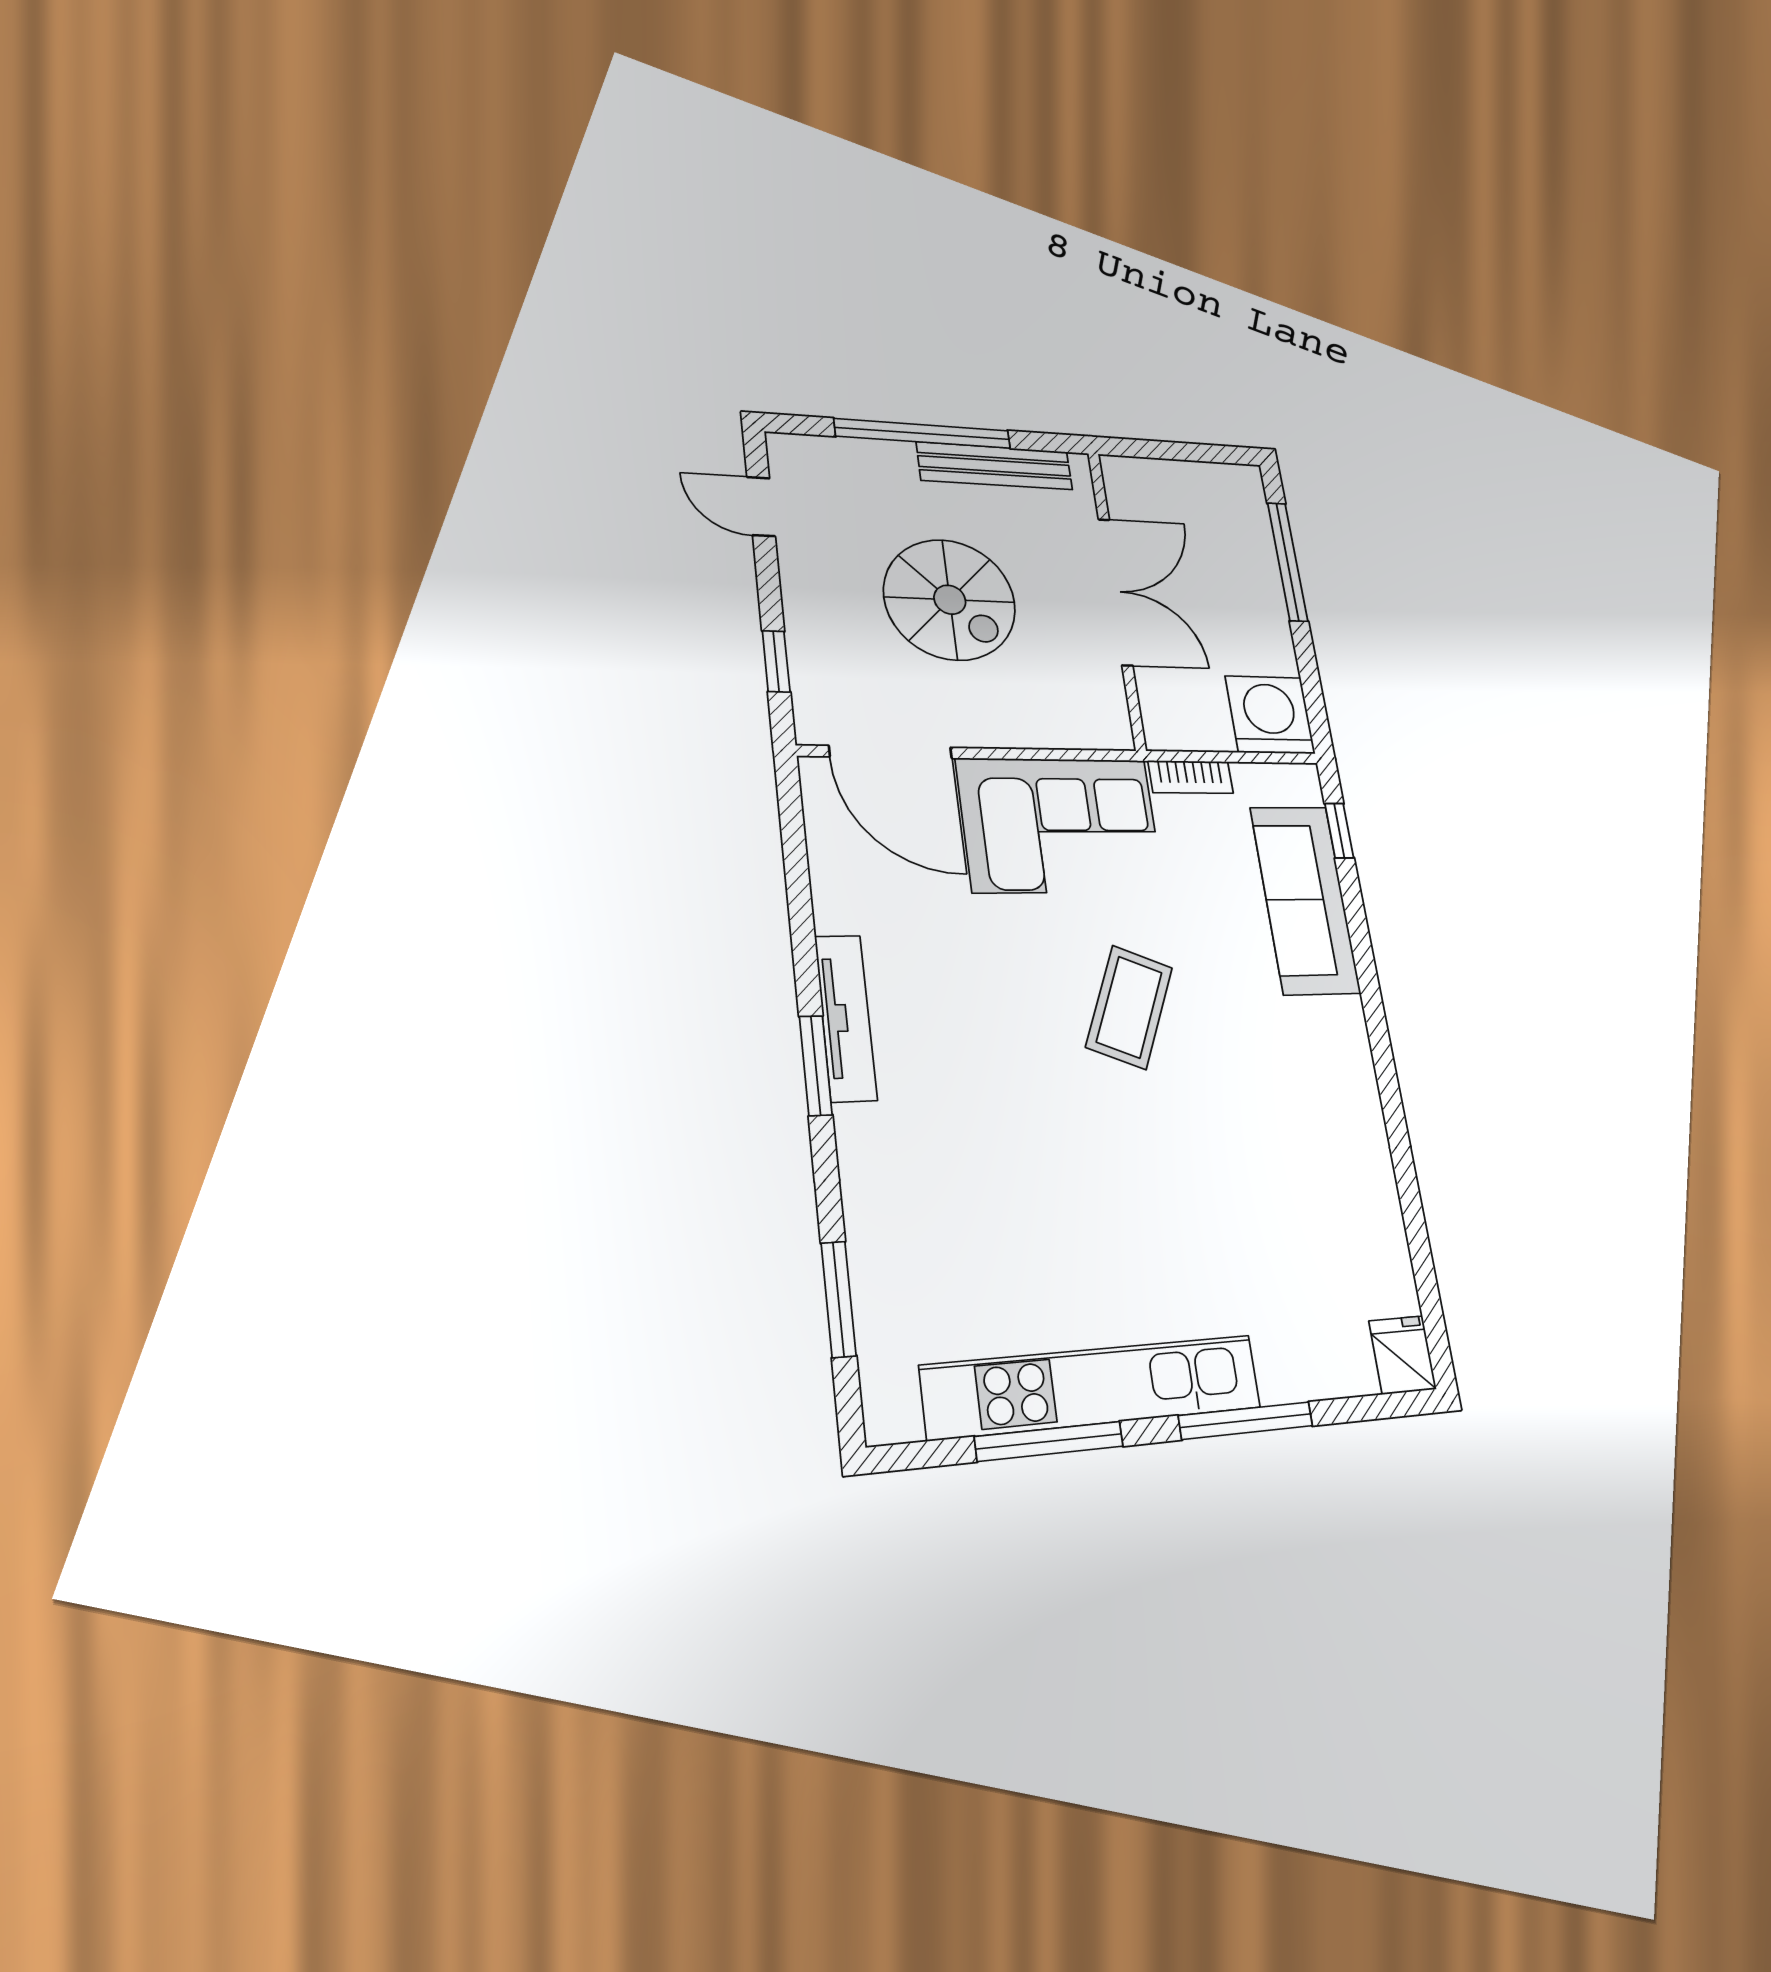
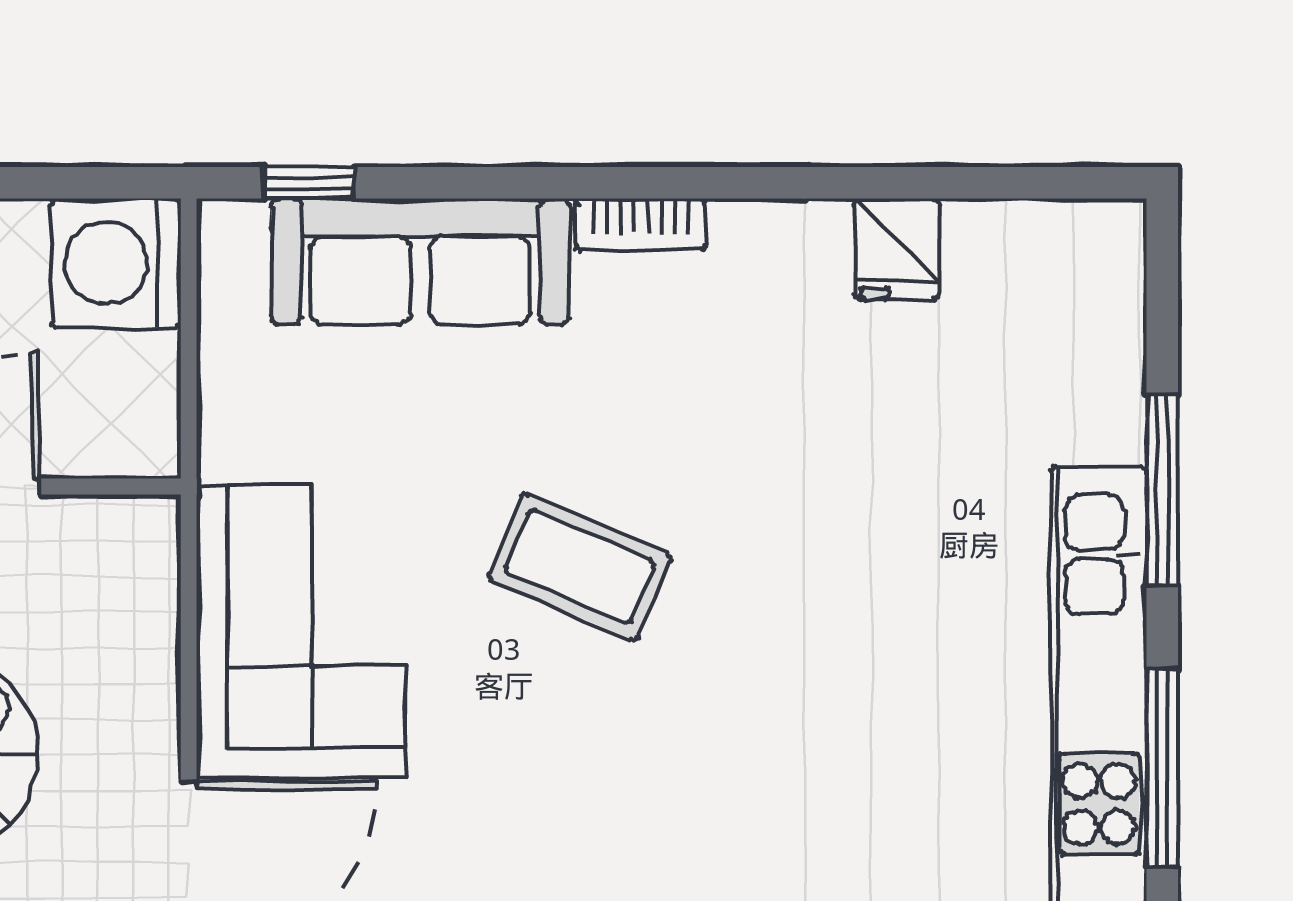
bookcase: (1191, 777) -> (641, 224), moved, turned 90
fridge: (1403, 1355) -> (897, 249), moved, turned -90

